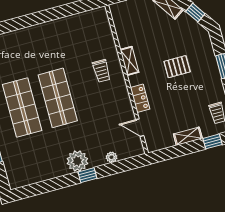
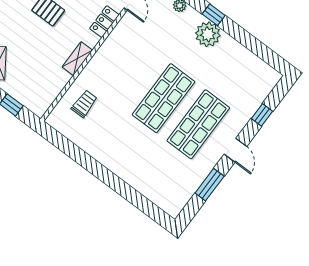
trolley: (102, 71) -> (84, 104), moved

